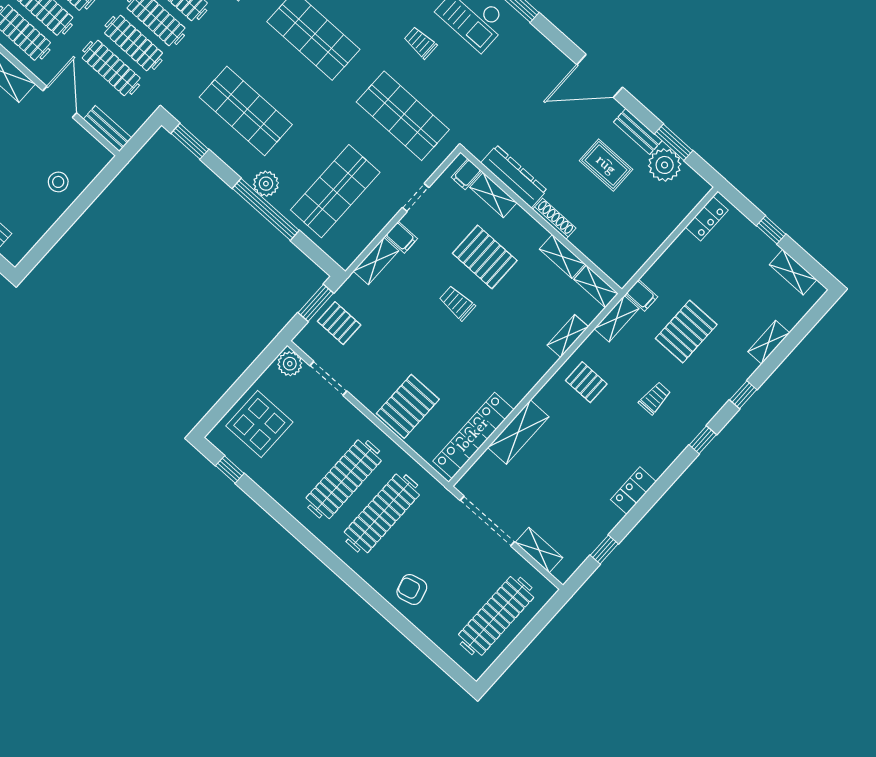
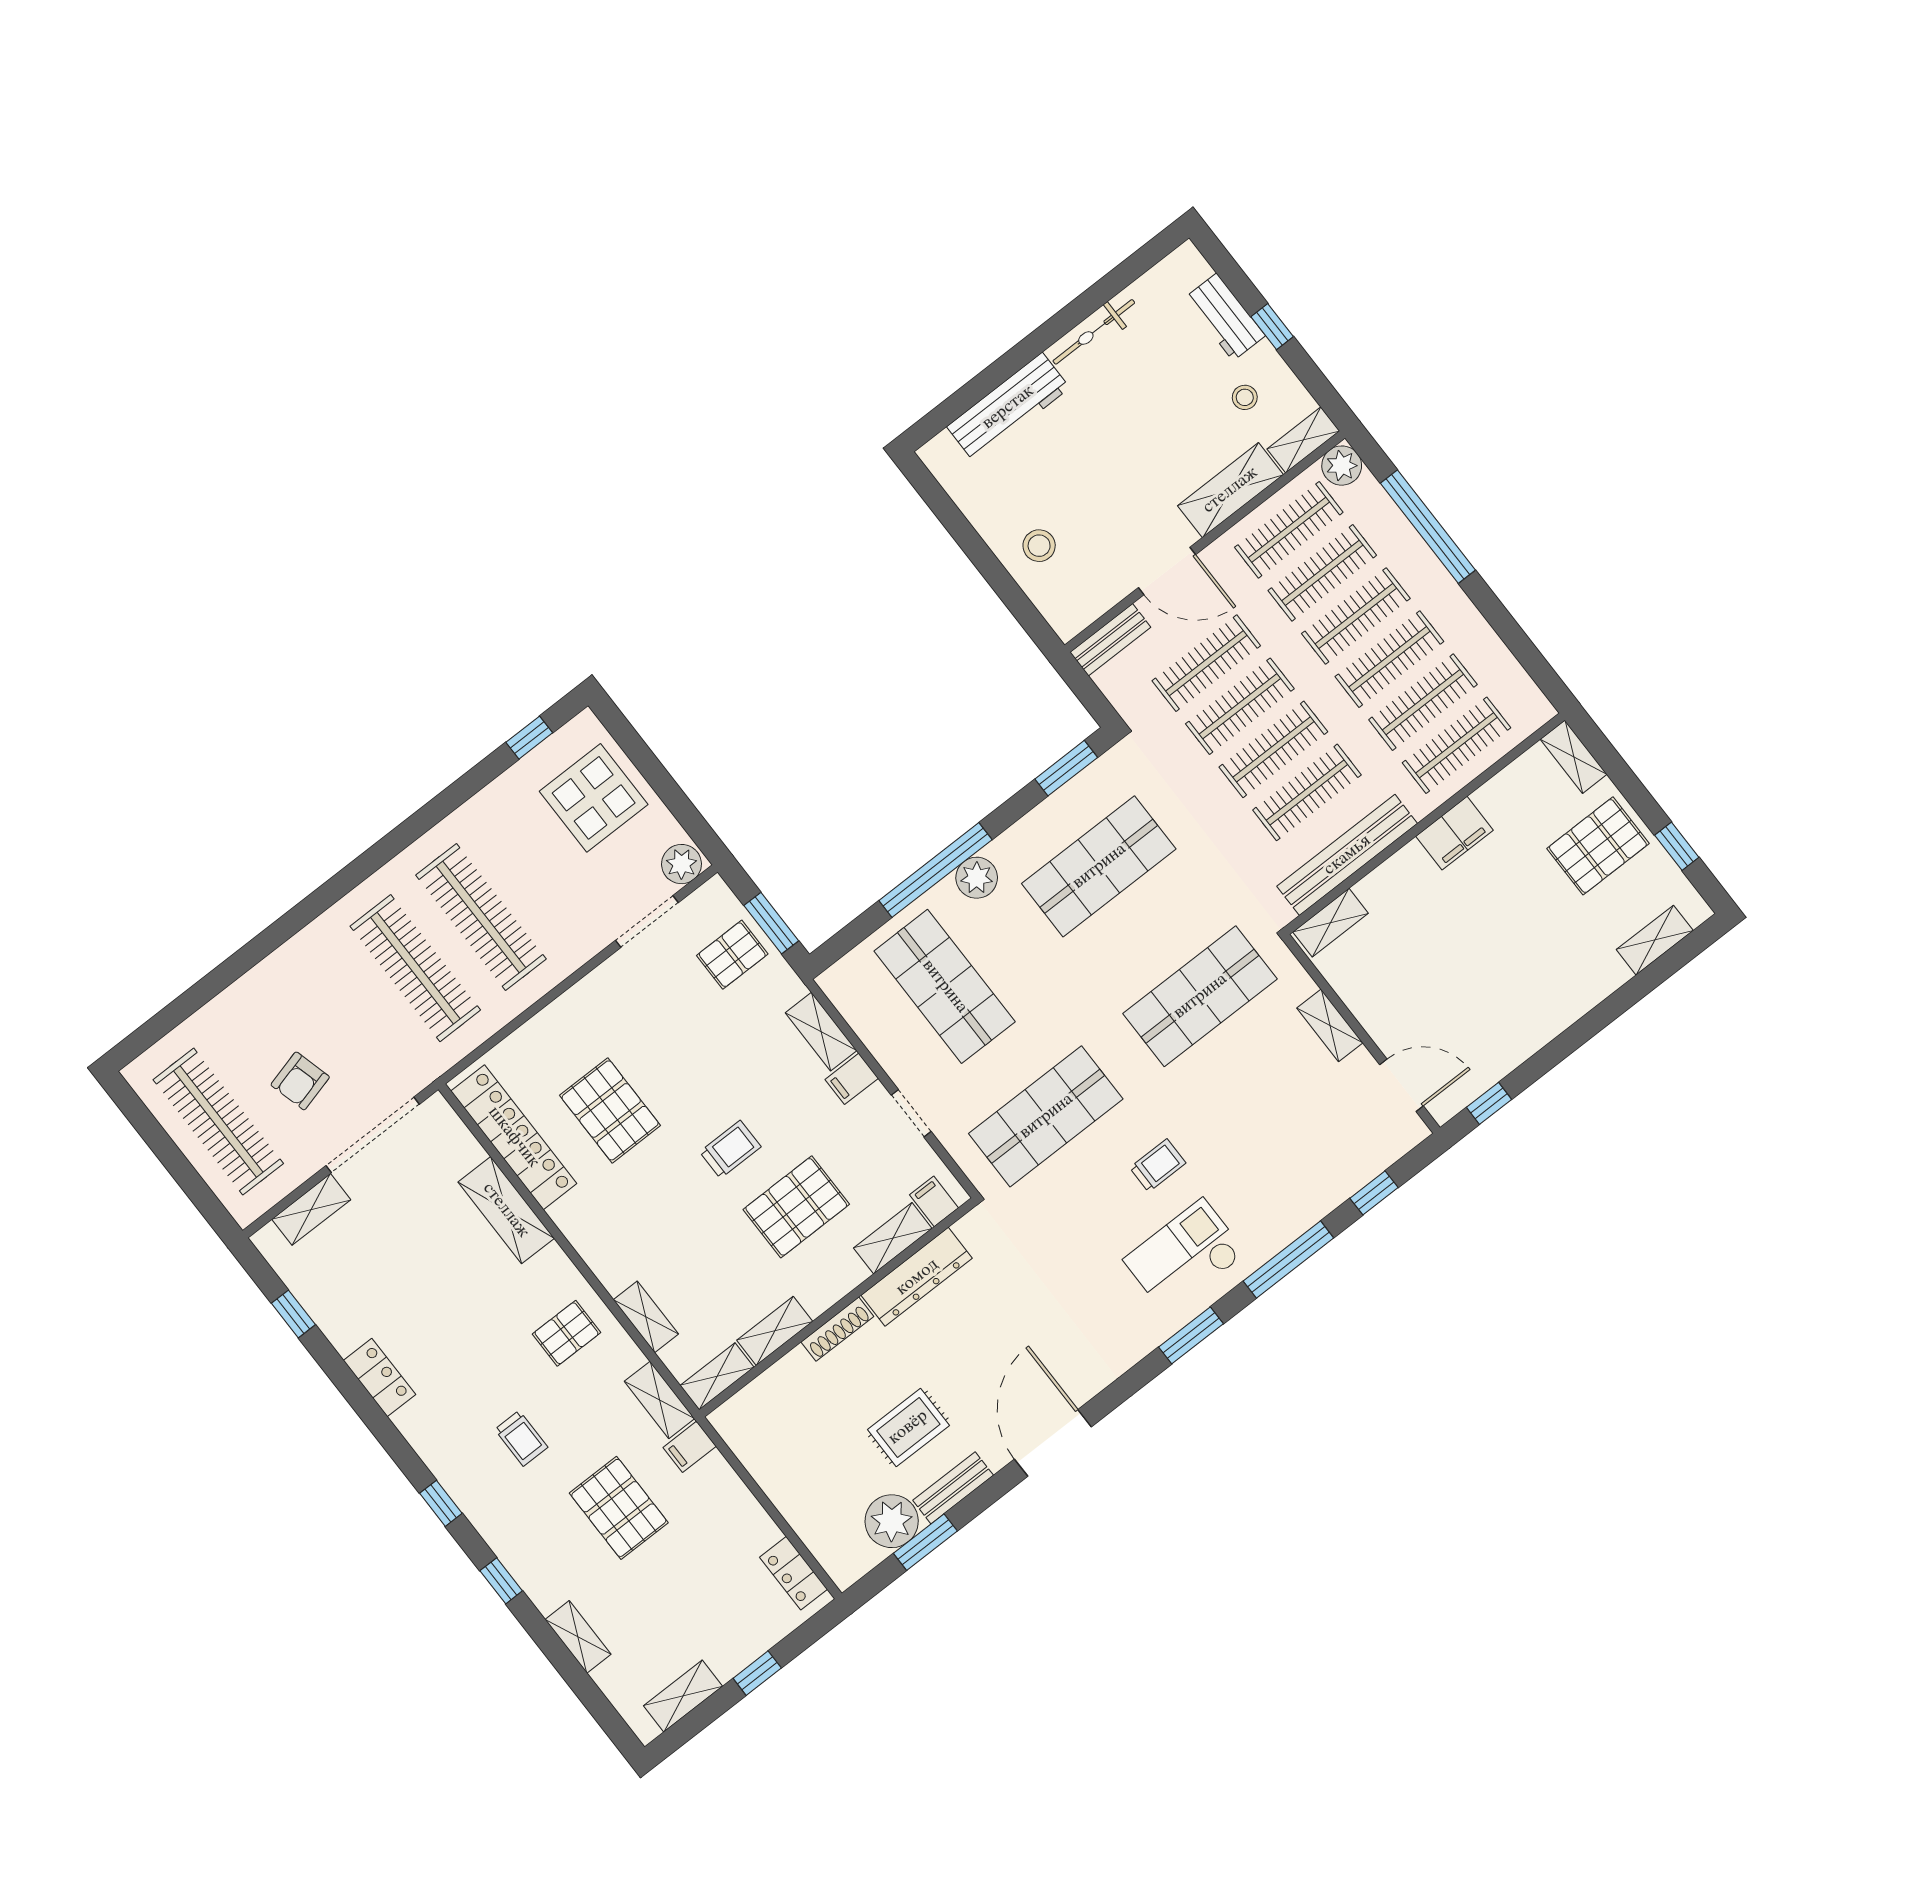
pallet: (408, 406) -> (610, 1110), moved
armchair: (412, 590) -> (300, 1081), moved, turned 180

